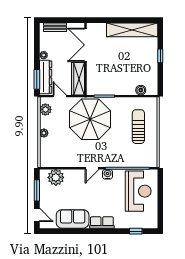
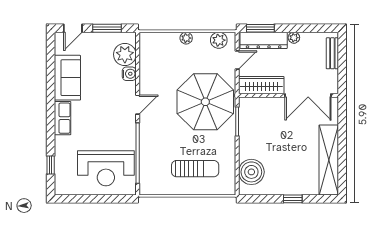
double door: (85, 45) -> (308, 95), swing flipped
boiler: (141, 90) -> (251, 172), width x1.86, depth x1.86
door: (92, 168) -> (138, 105), swing flipped
water cooler: (108, 174) -> (129, 74), moved

